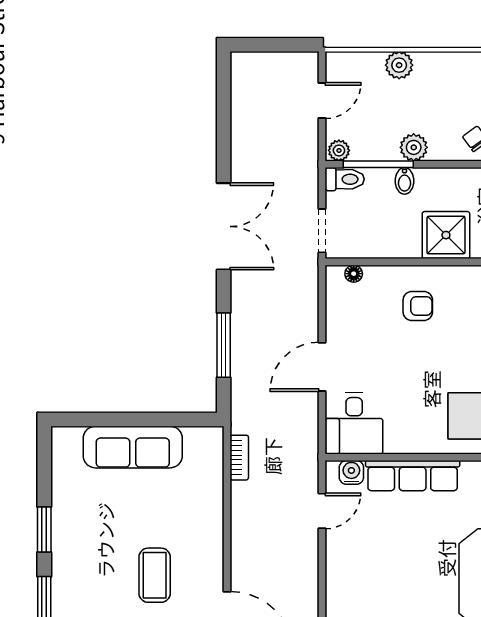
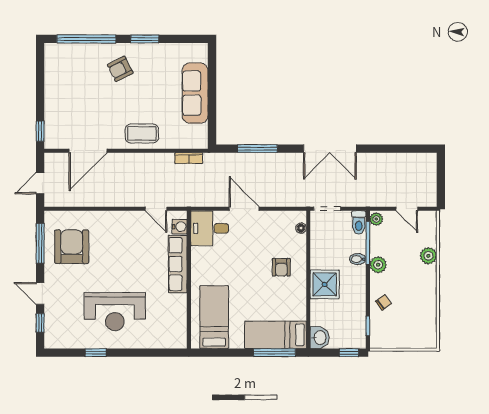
armchair: (93, 570) -> (120, 69), added
coffee table: (155, 575) -> (142, 133), moved

